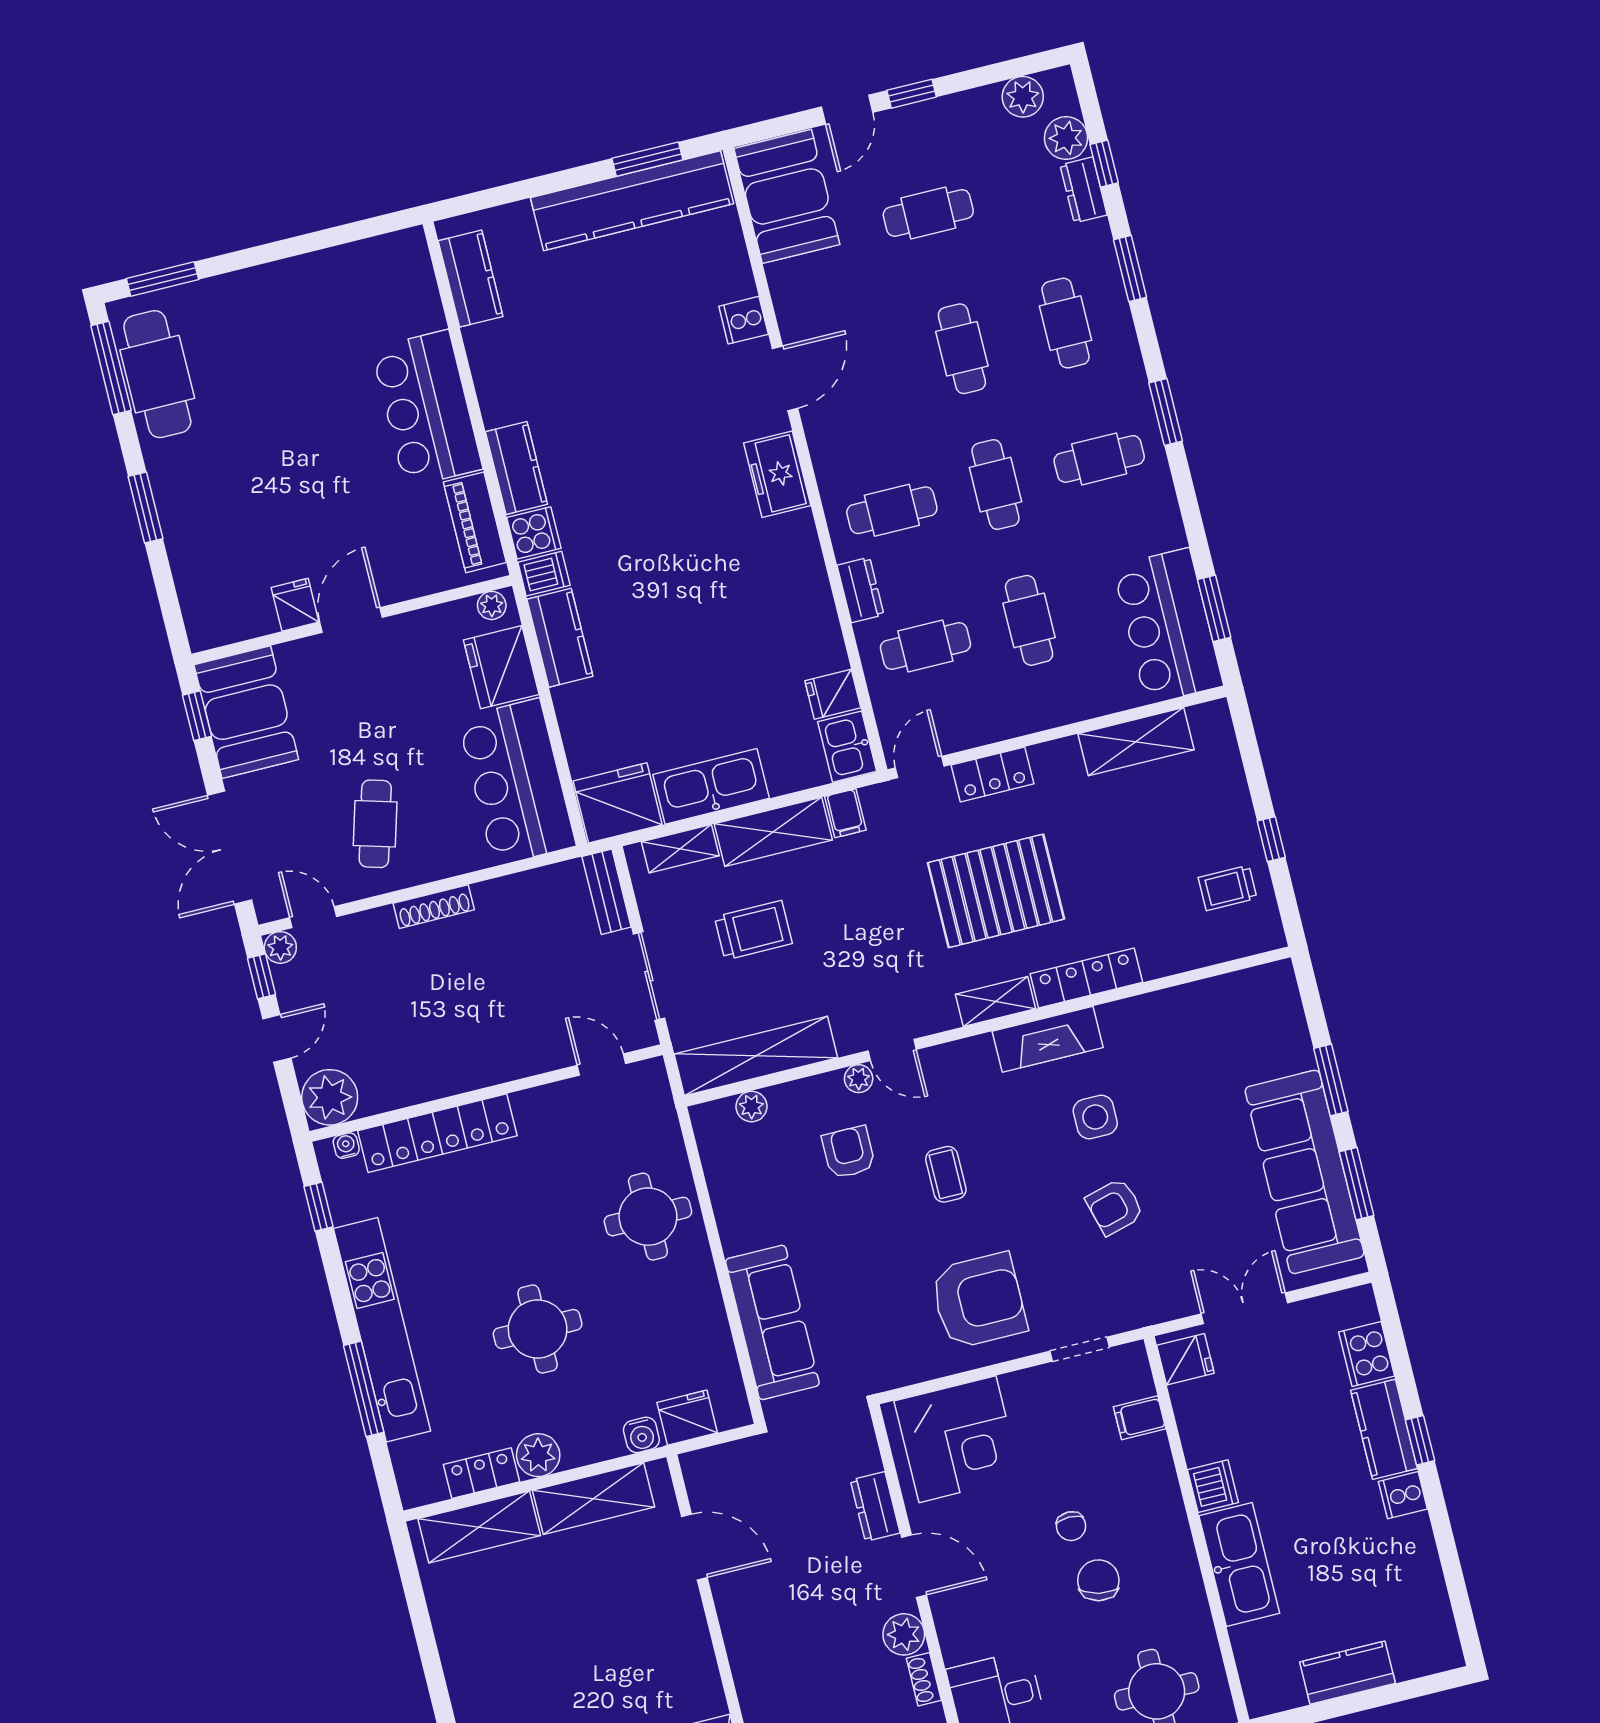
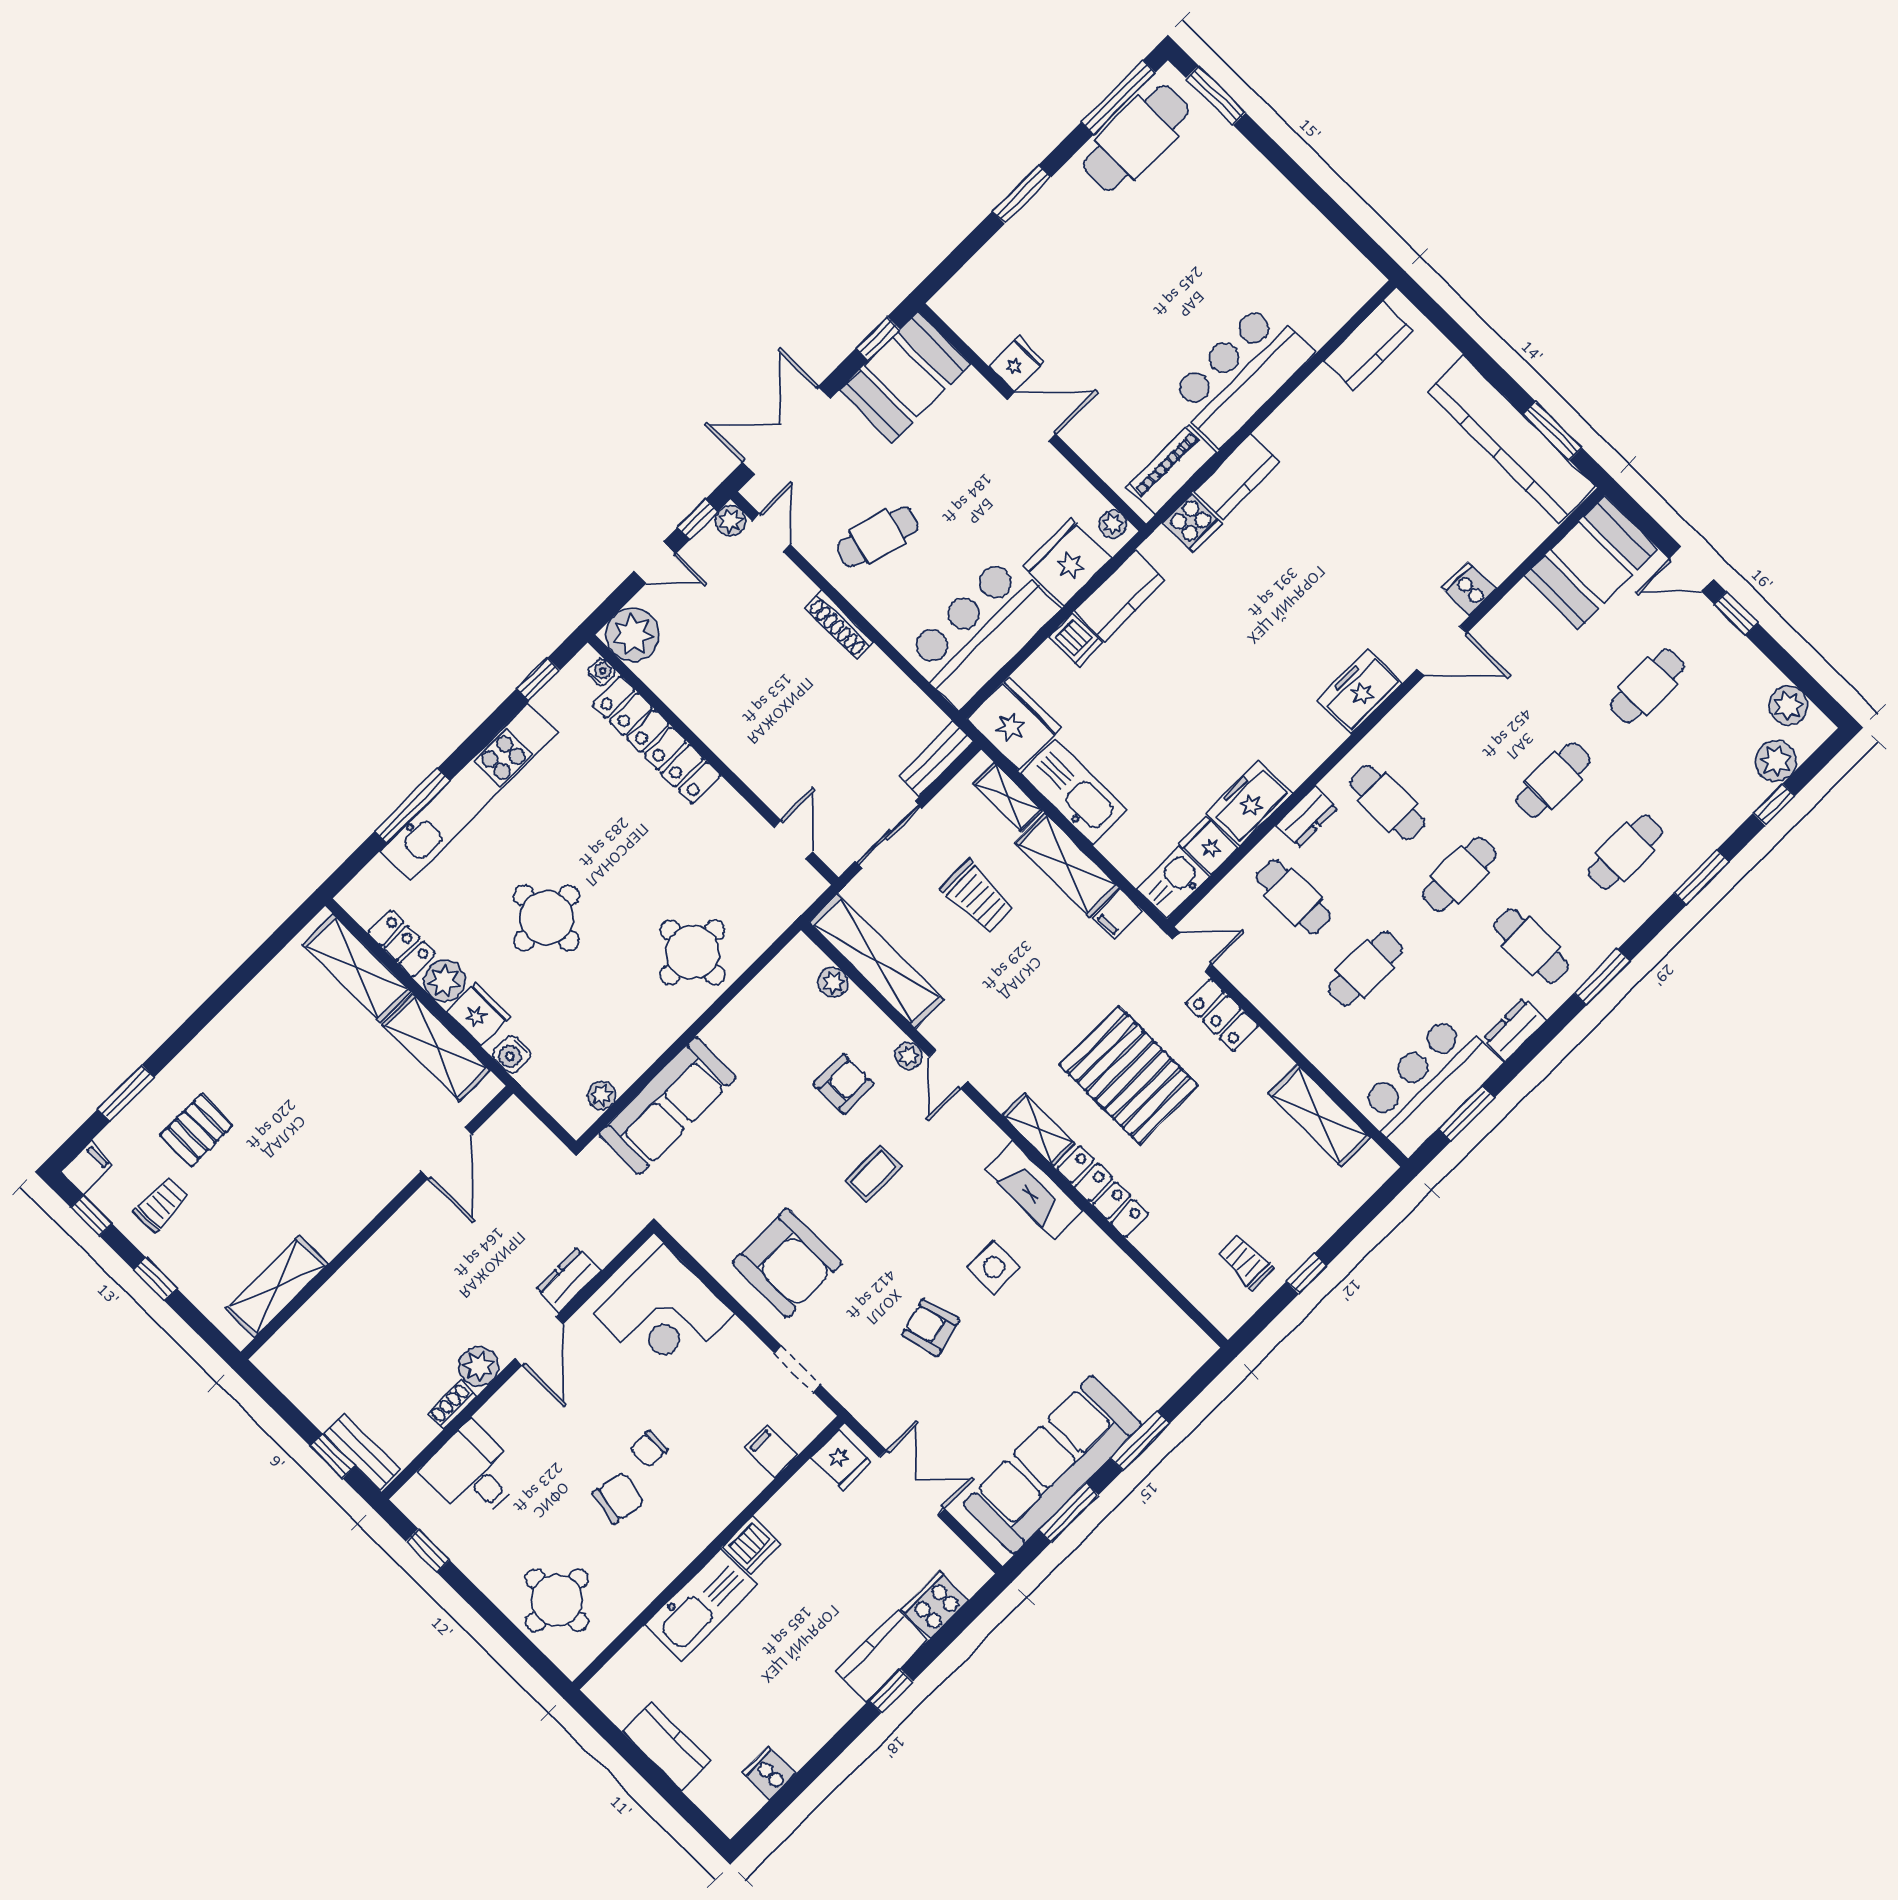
dresser: (1084, 190) -> (1515, 1029), moved
cafe table: (928, 213) -> (1647, 686), turned 90
dishwasher: (544, 574) -> (1076, 640), moved
freezer: (817, 635) -> (1249, 803), added
plant: (727, 1376) -> (602, 1096), added
fridge: (687, 1418) -> (478, 1014), moved
cooker: (1403, 1495) -> (769, 1773), moved

